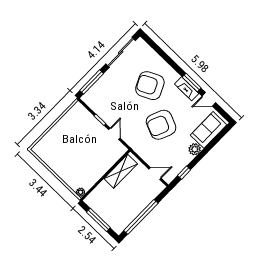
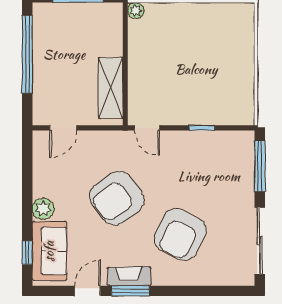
armchair: (150, 86) -> (180, 234), turned 143
armchair: (161, 125) -> (117, 198), turned -149
door: (114, 134) -> (147, 128), moved
window: (184, 173) -> (27, 253), moved

